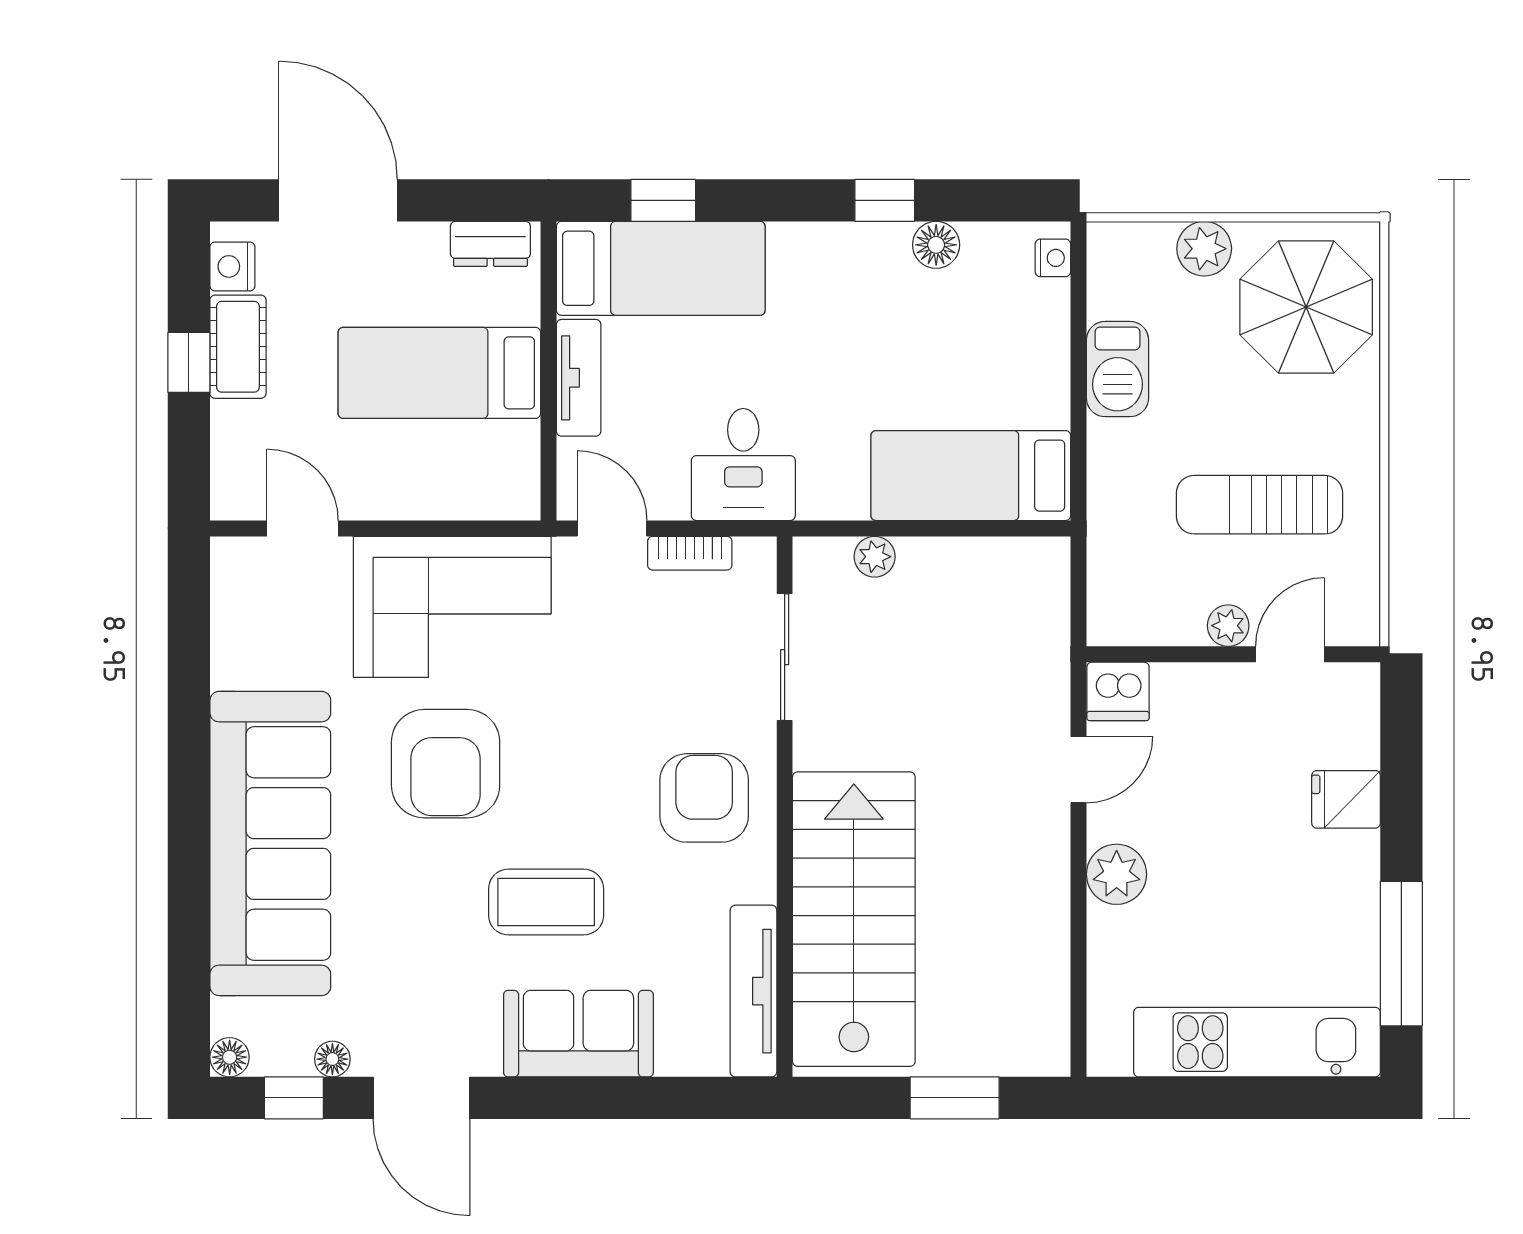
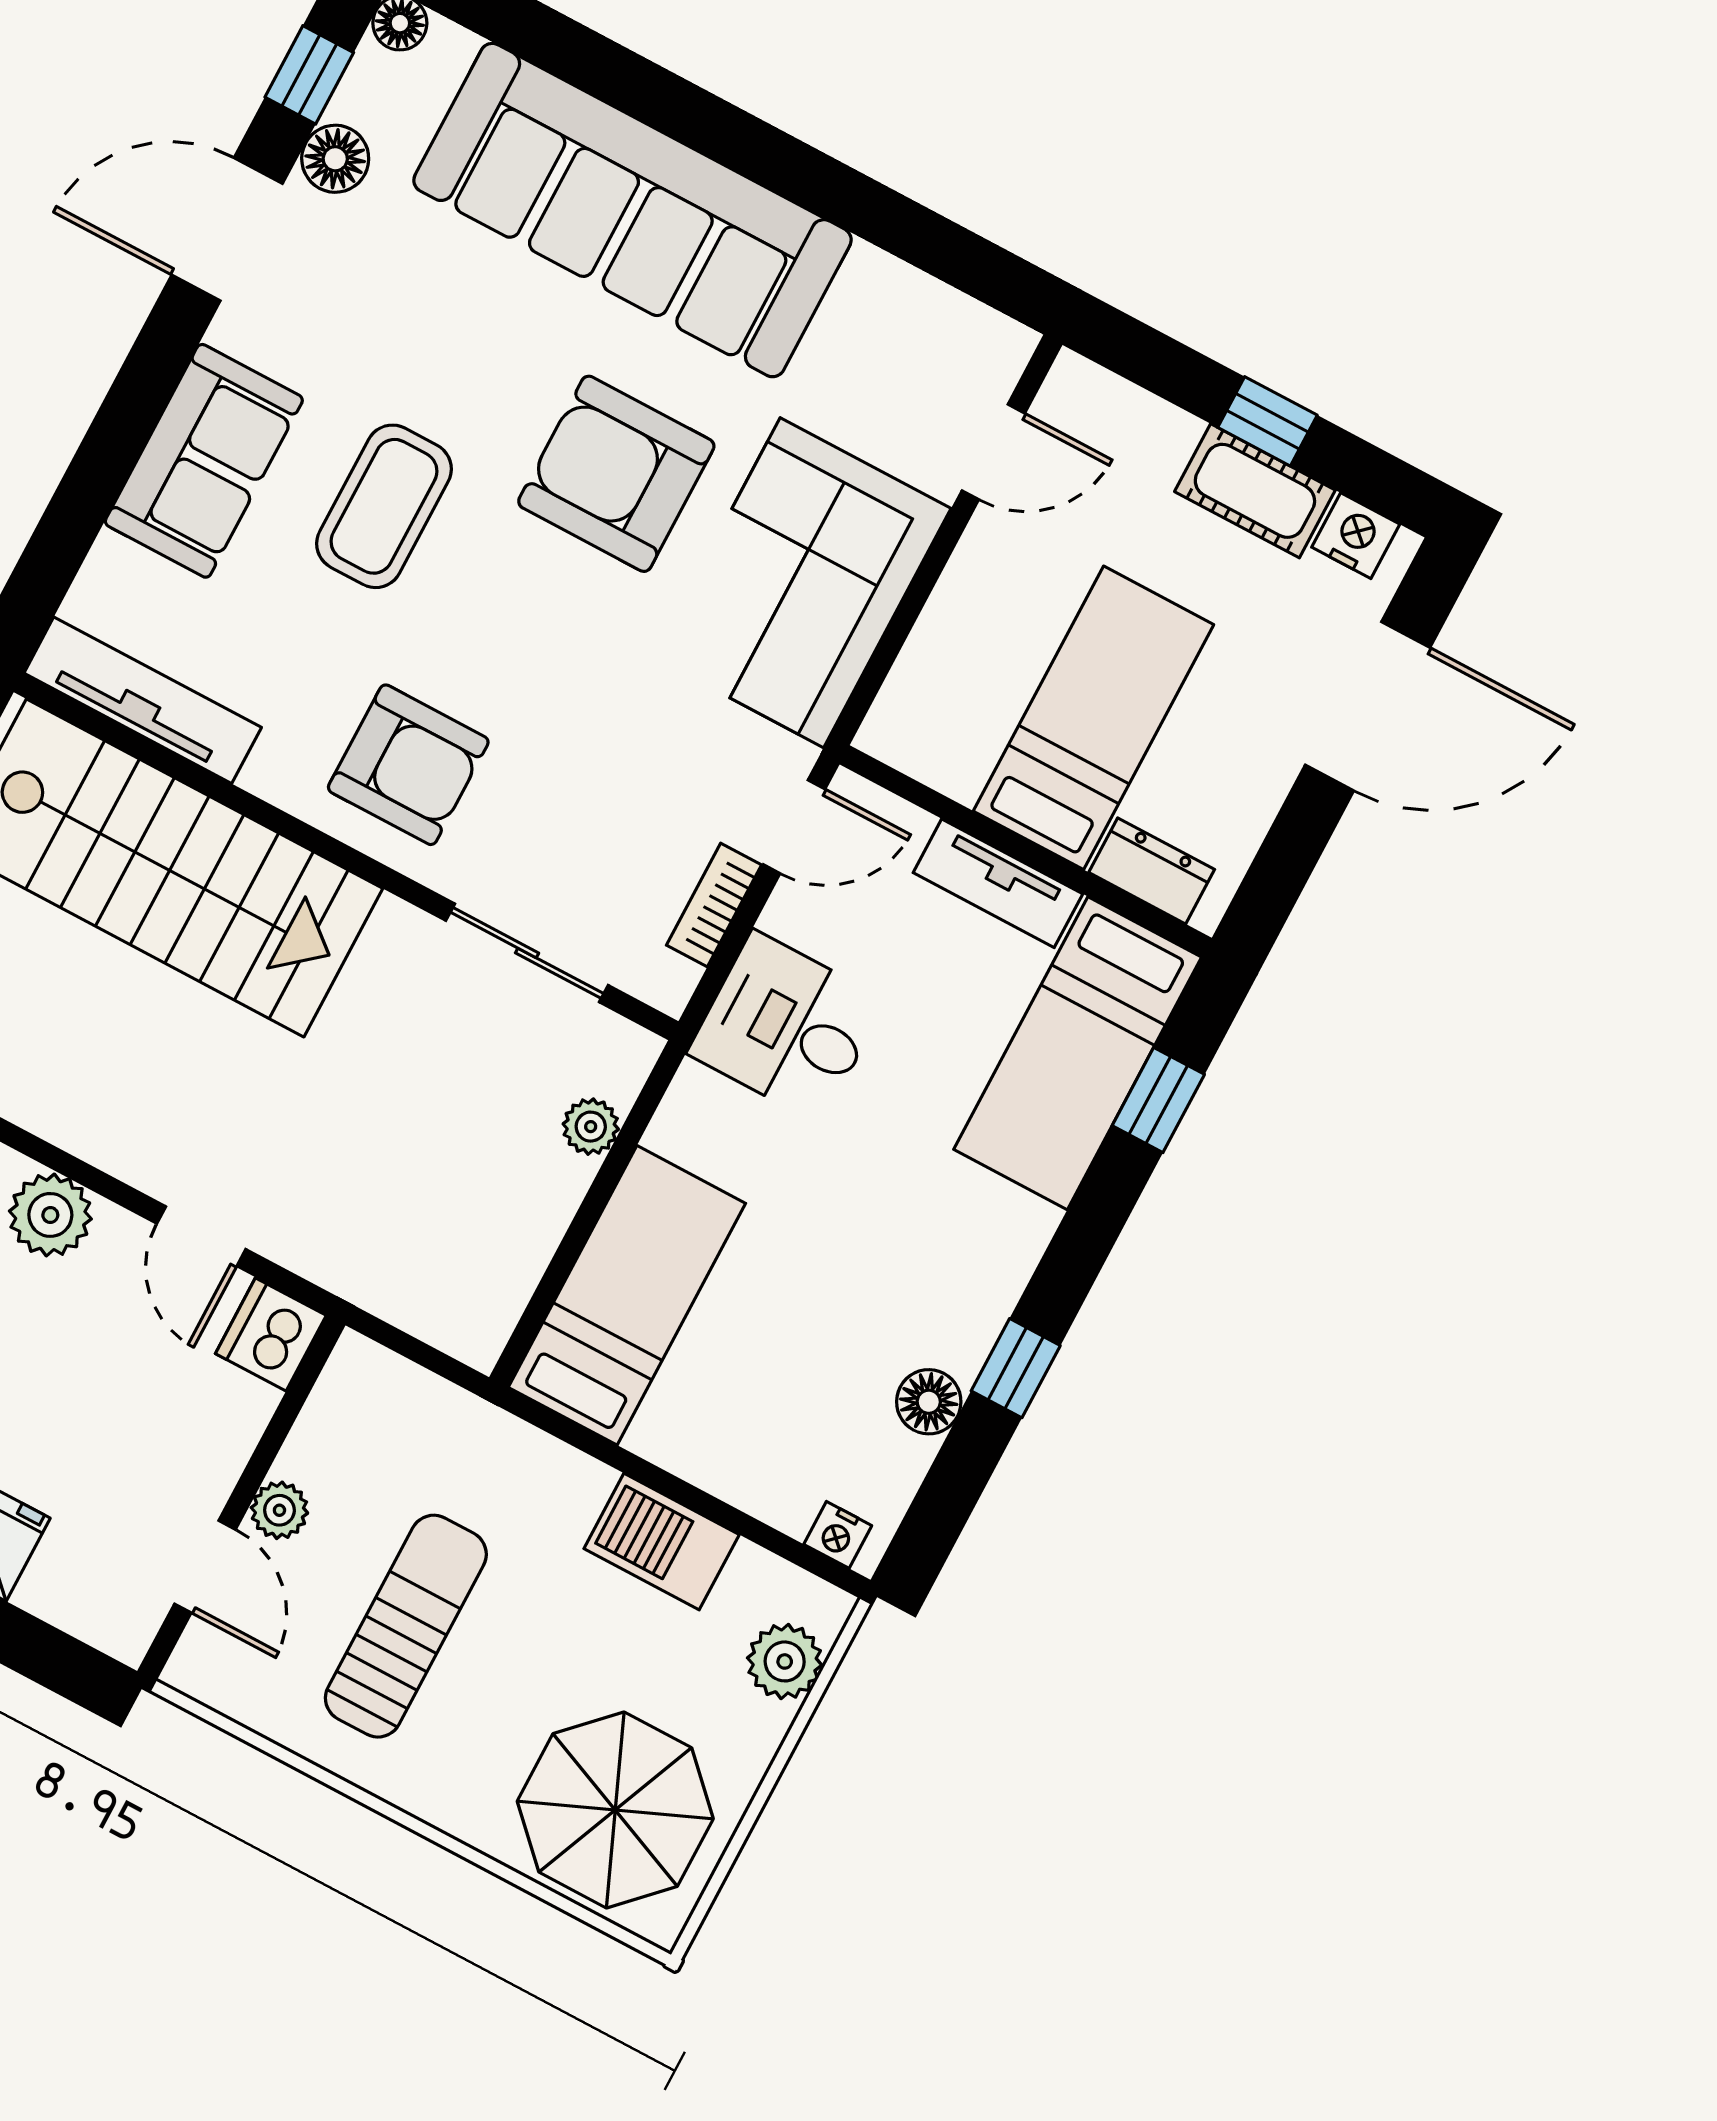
dresser: (490, 244) -> (1152, 871), moved, turned 90
plant: (1204, 249) -> (785, 1661), moved
floor lamp: (332, 1059) -> (335, 159), width x1.37, depth x1.37

